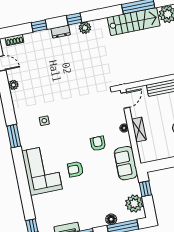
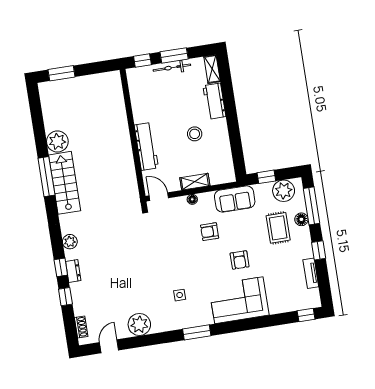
window: (74, 19) -> (61, 267), moved
plant: (13, 85) -> (139, 324), width x1.87, depth x1.87
rug: (103, 200) -> (278, 228), added

